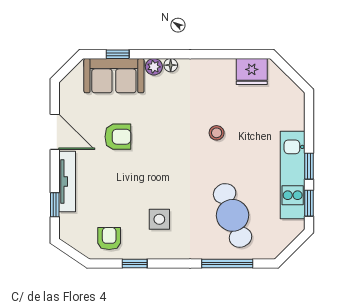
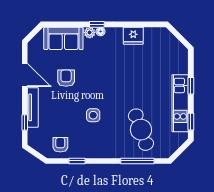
window: (118, 54) -> (97, 24), moved
fridge: (252, 72) -> (133, 36), moved
stool: (217, 133) -> (130, 76), removed
armchair: (118, 137) -> (66, 78), turned -90
window: (309, 166) -> (191, 86), moved
side table: (159, 219) -> (93, 115), moved

